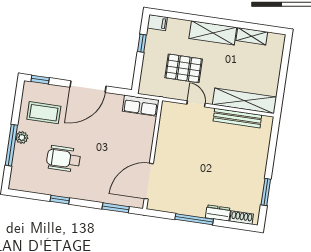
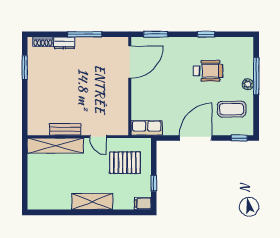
shelving: (252, 36) -> (57, 204), removed
pallet: (184, 68) -> (125, 163), moved
bench: (237, 118) -> (65, 129), width x0.73

